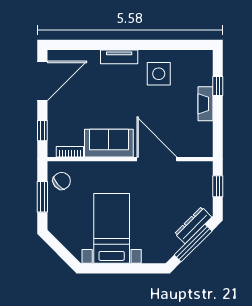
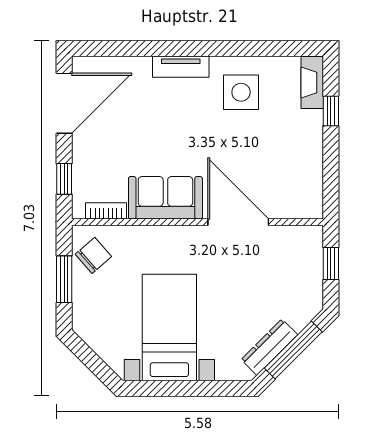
fireplace: (205, 104) -> (312, 83), moved
dresser: (193, 225) -> (269, 347), moved

